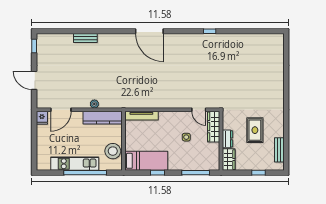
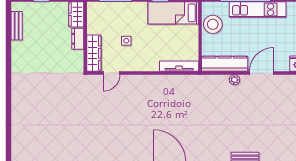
door: (61, 110) -> (262, 73), moved
door: (199, 110) -> (111, 73), swing flipped
rug: (255, 130) -> (45, 49), removed

